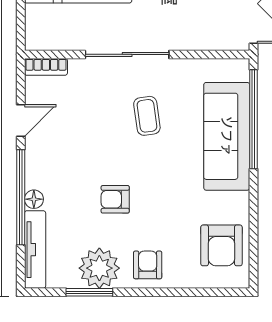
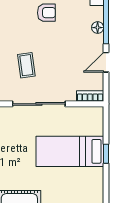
floor lamp: (34, 199) -> (98, 28), moved

